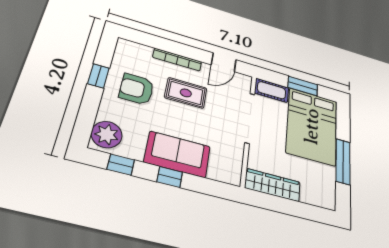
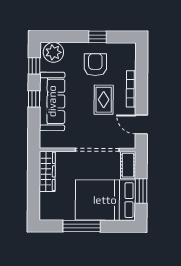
sofa: (177, 154) -> (52, 101), width x1.36

